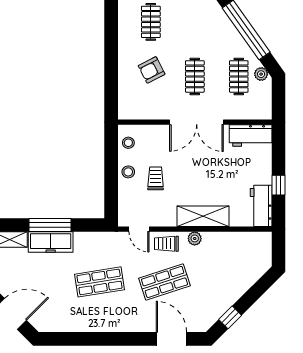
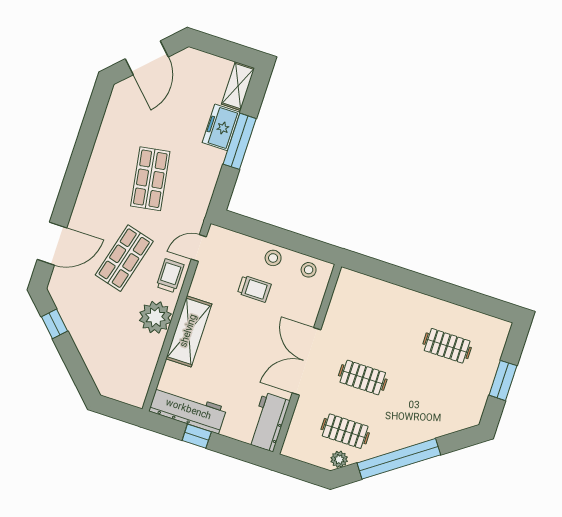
armchair: (152, 70) -> (388, 327), removed
workbench: (261, 206) -> (188, 410), width x1.37
plant: (195, 238) -> (155, 317), width x1.88, depth x1.88
freezer: (51, 242) -> (221, 127), width x0.71
shop shelf: (165, 282) -> (124, 258), turned 33

